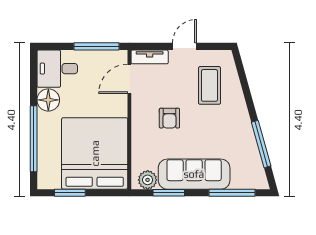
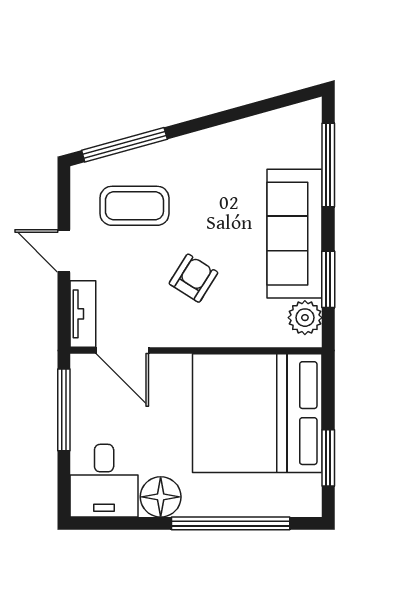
armchair: (169, 118) -> (193, 278), turned -58
window: (261, 144) -> (124, 145), moved

